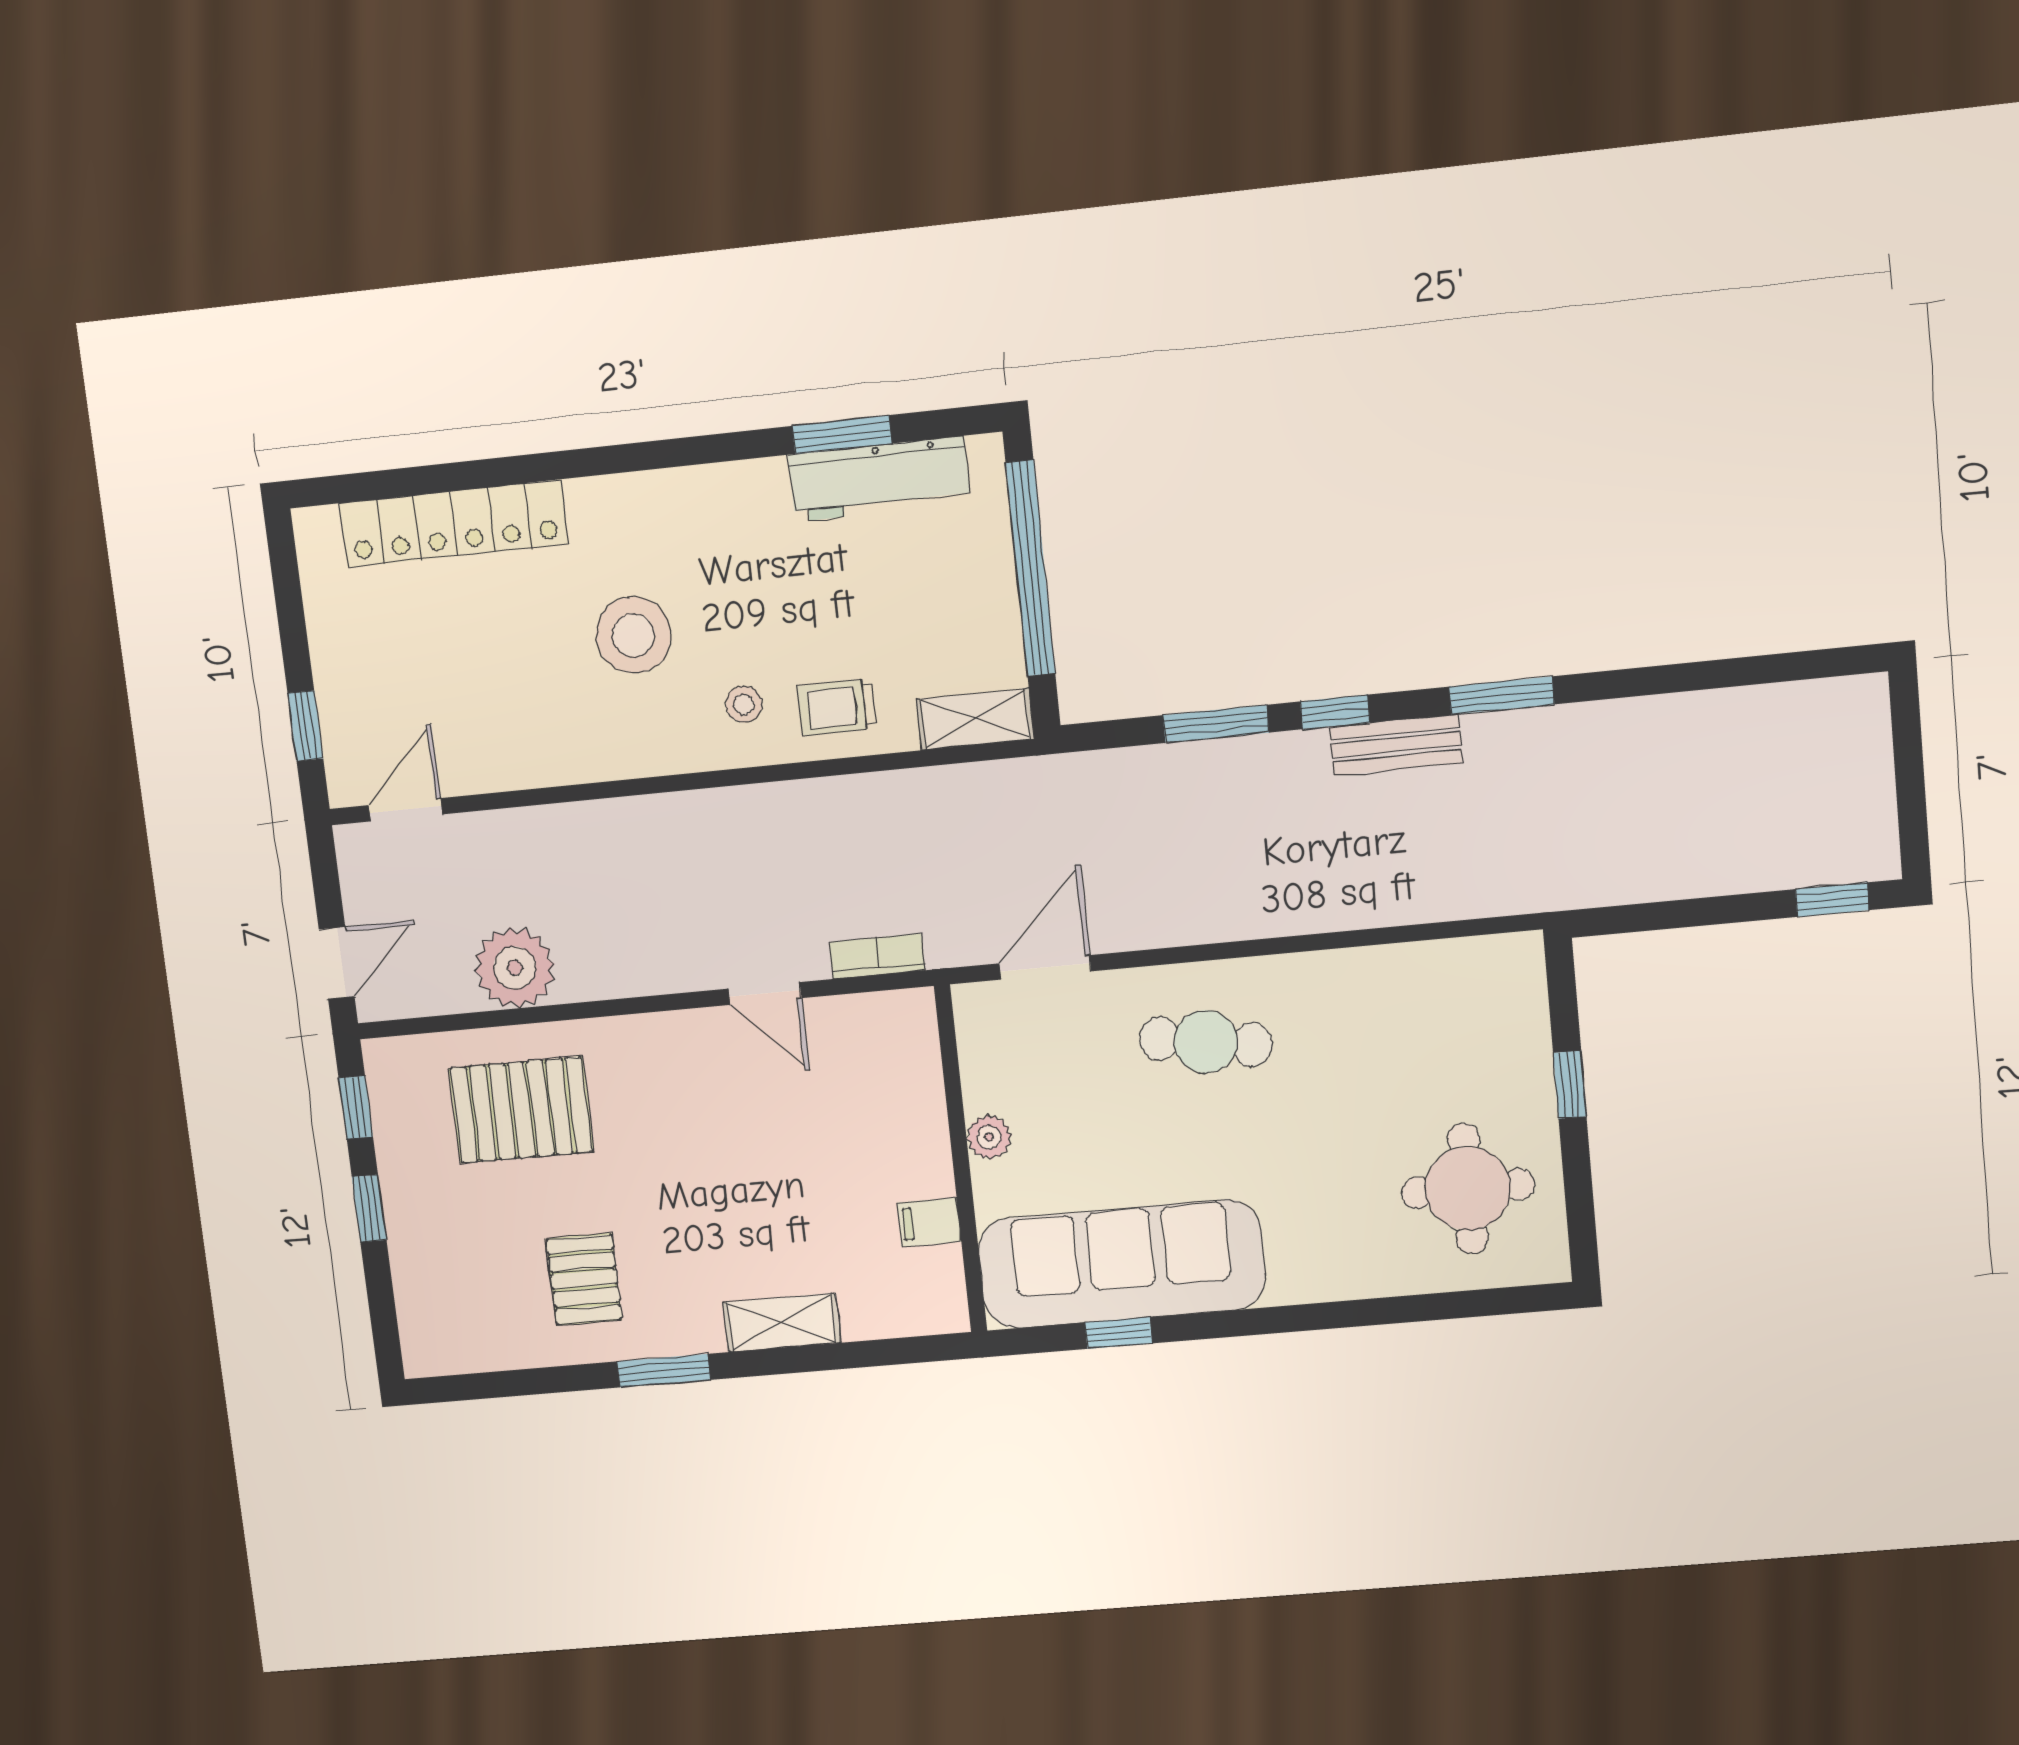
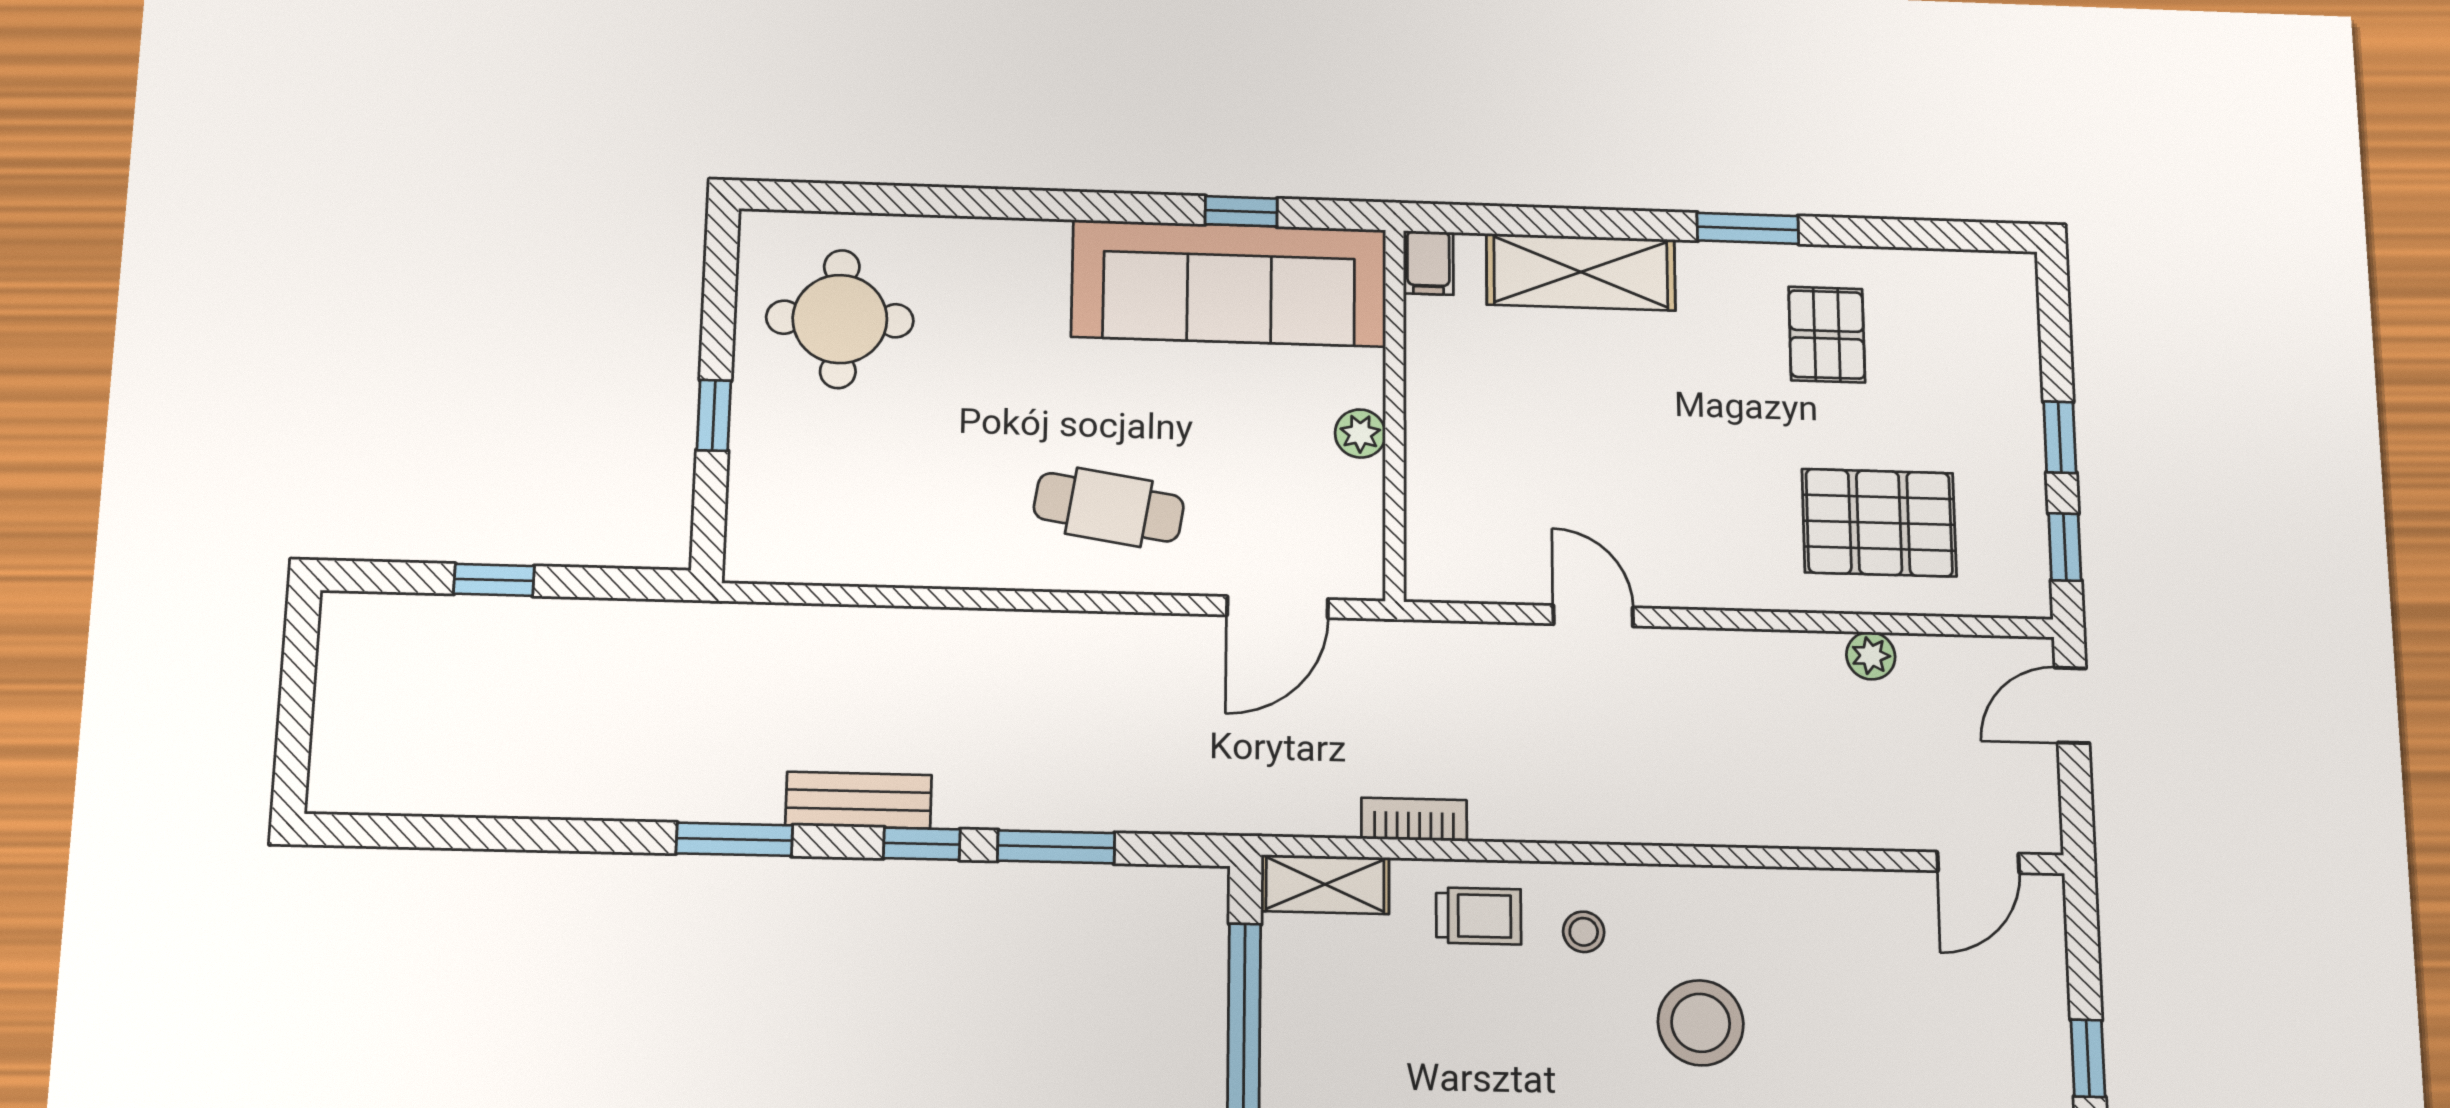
window: (305, 726) -> (2088, 1058), moved
window: (1832, 900) -> (494, 580), moved
bookcase: (877, 956) -> (1414, 819), moved, turned 180
plant: (515, 968) -> (1871, 656), width x0.53, depth x0.53
filing cabinet: (929, 1222) -> (1428, 263), moved, turned 90
shelving: (781, 1323) -> (1581, 272), width x1.50, depth x1.33

